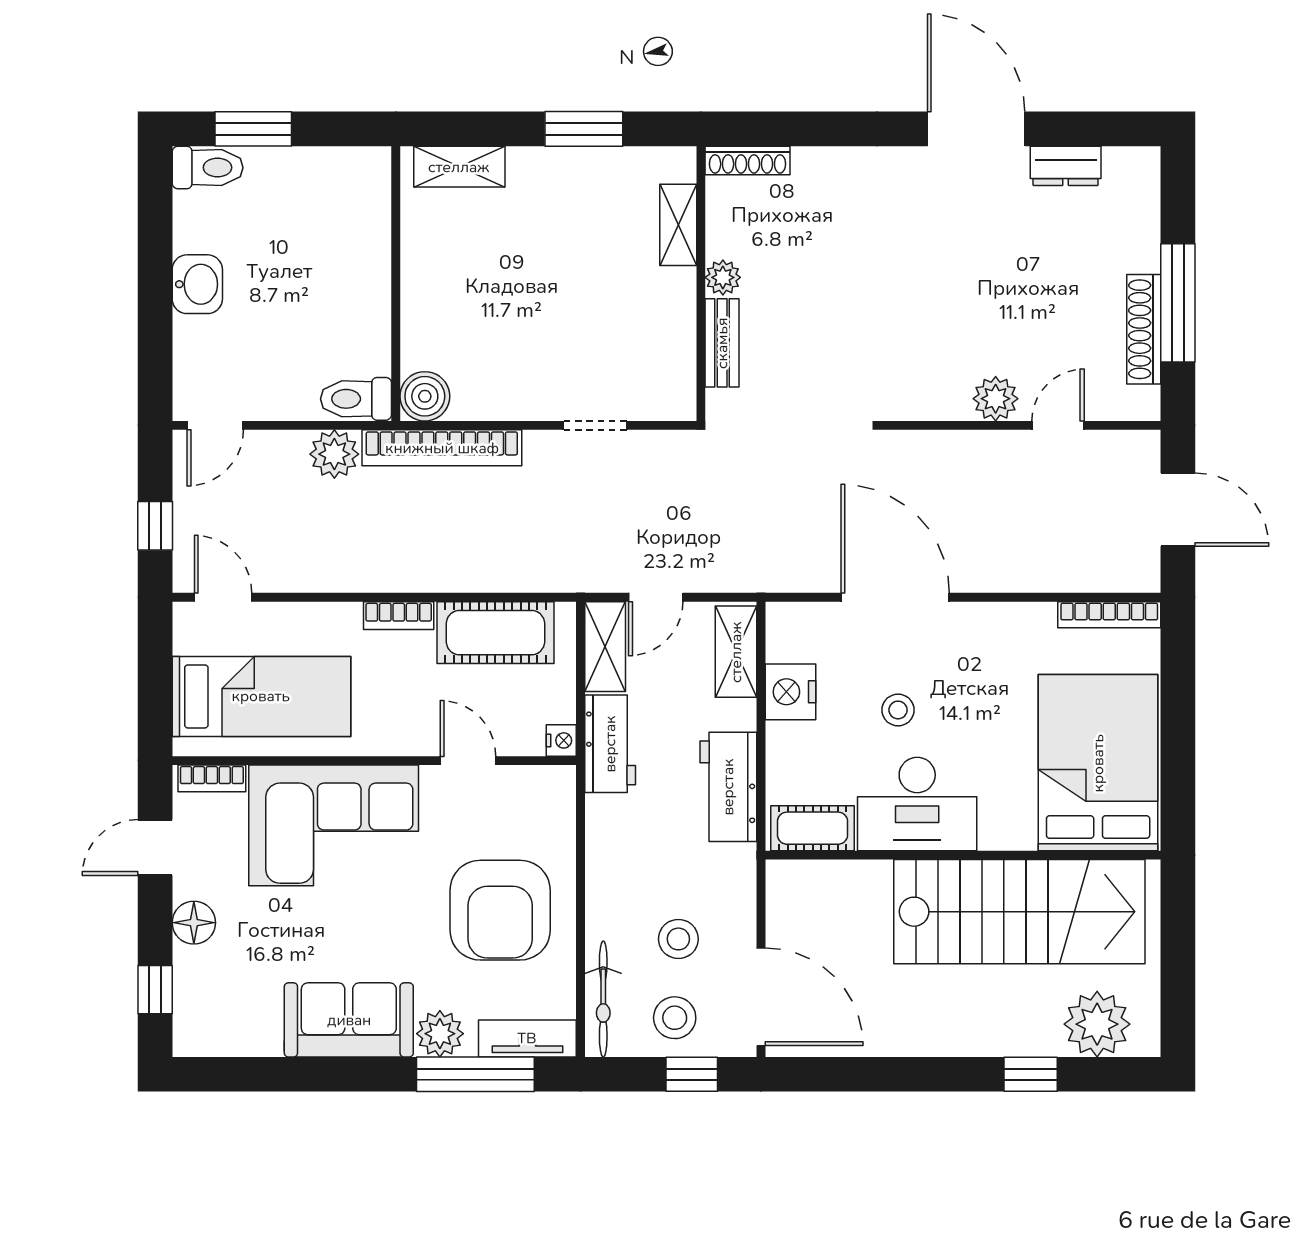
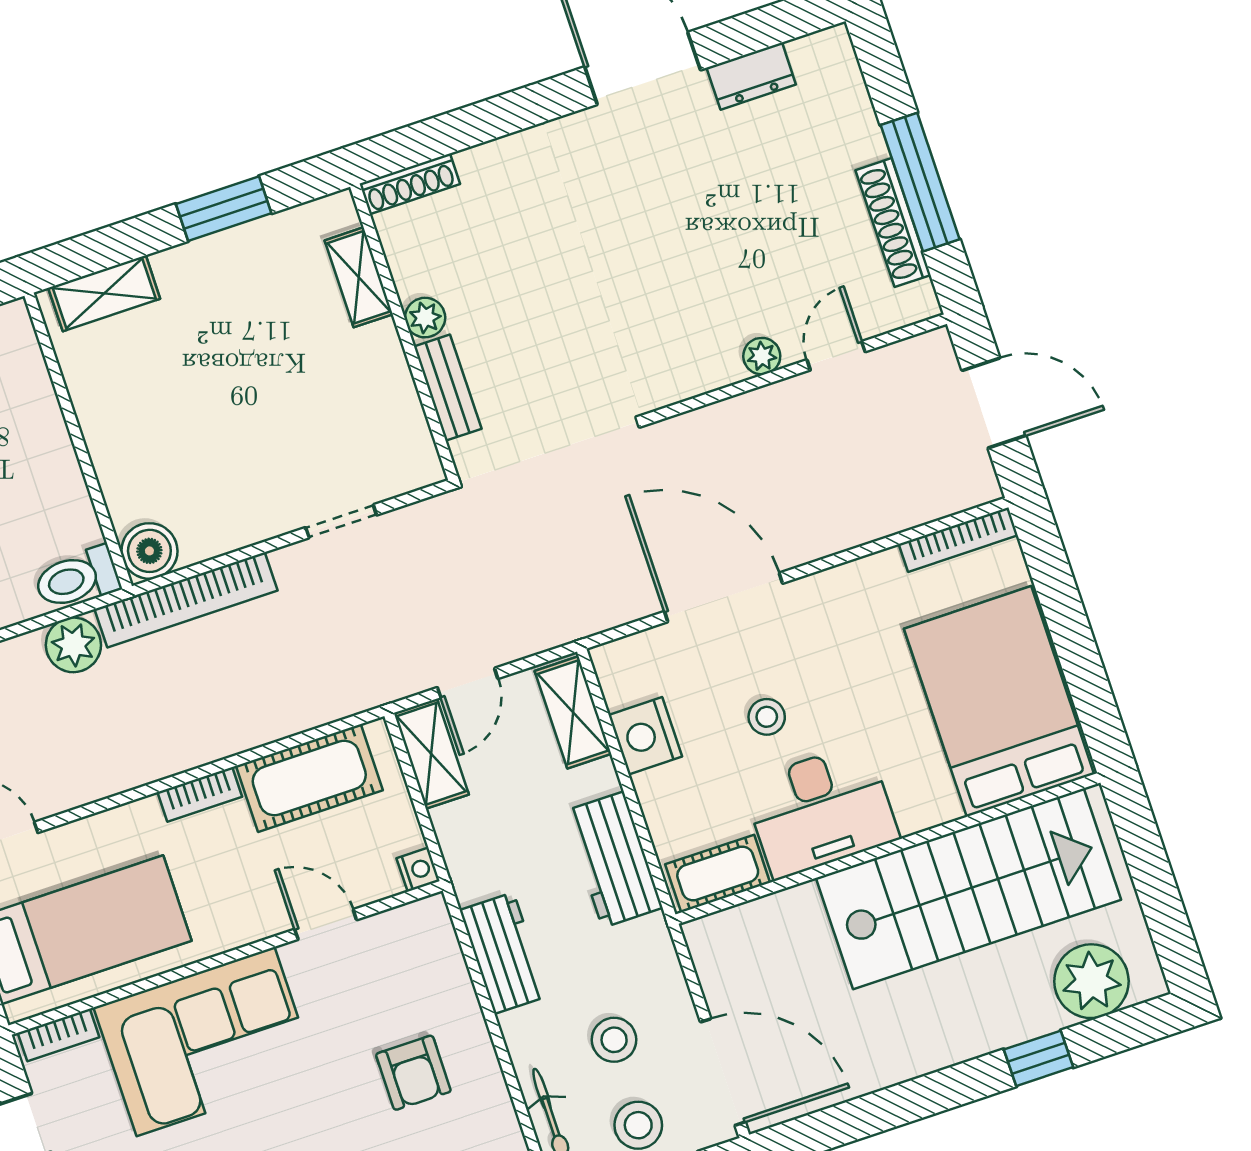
plant: (996, 399) -> (762, 356), width x0.73, depth x0.73
workbench: (610, 744) -> (504, 953), moved
armchair: (500, 910) -> (413, 1073), width x0.53, depth x0.53

